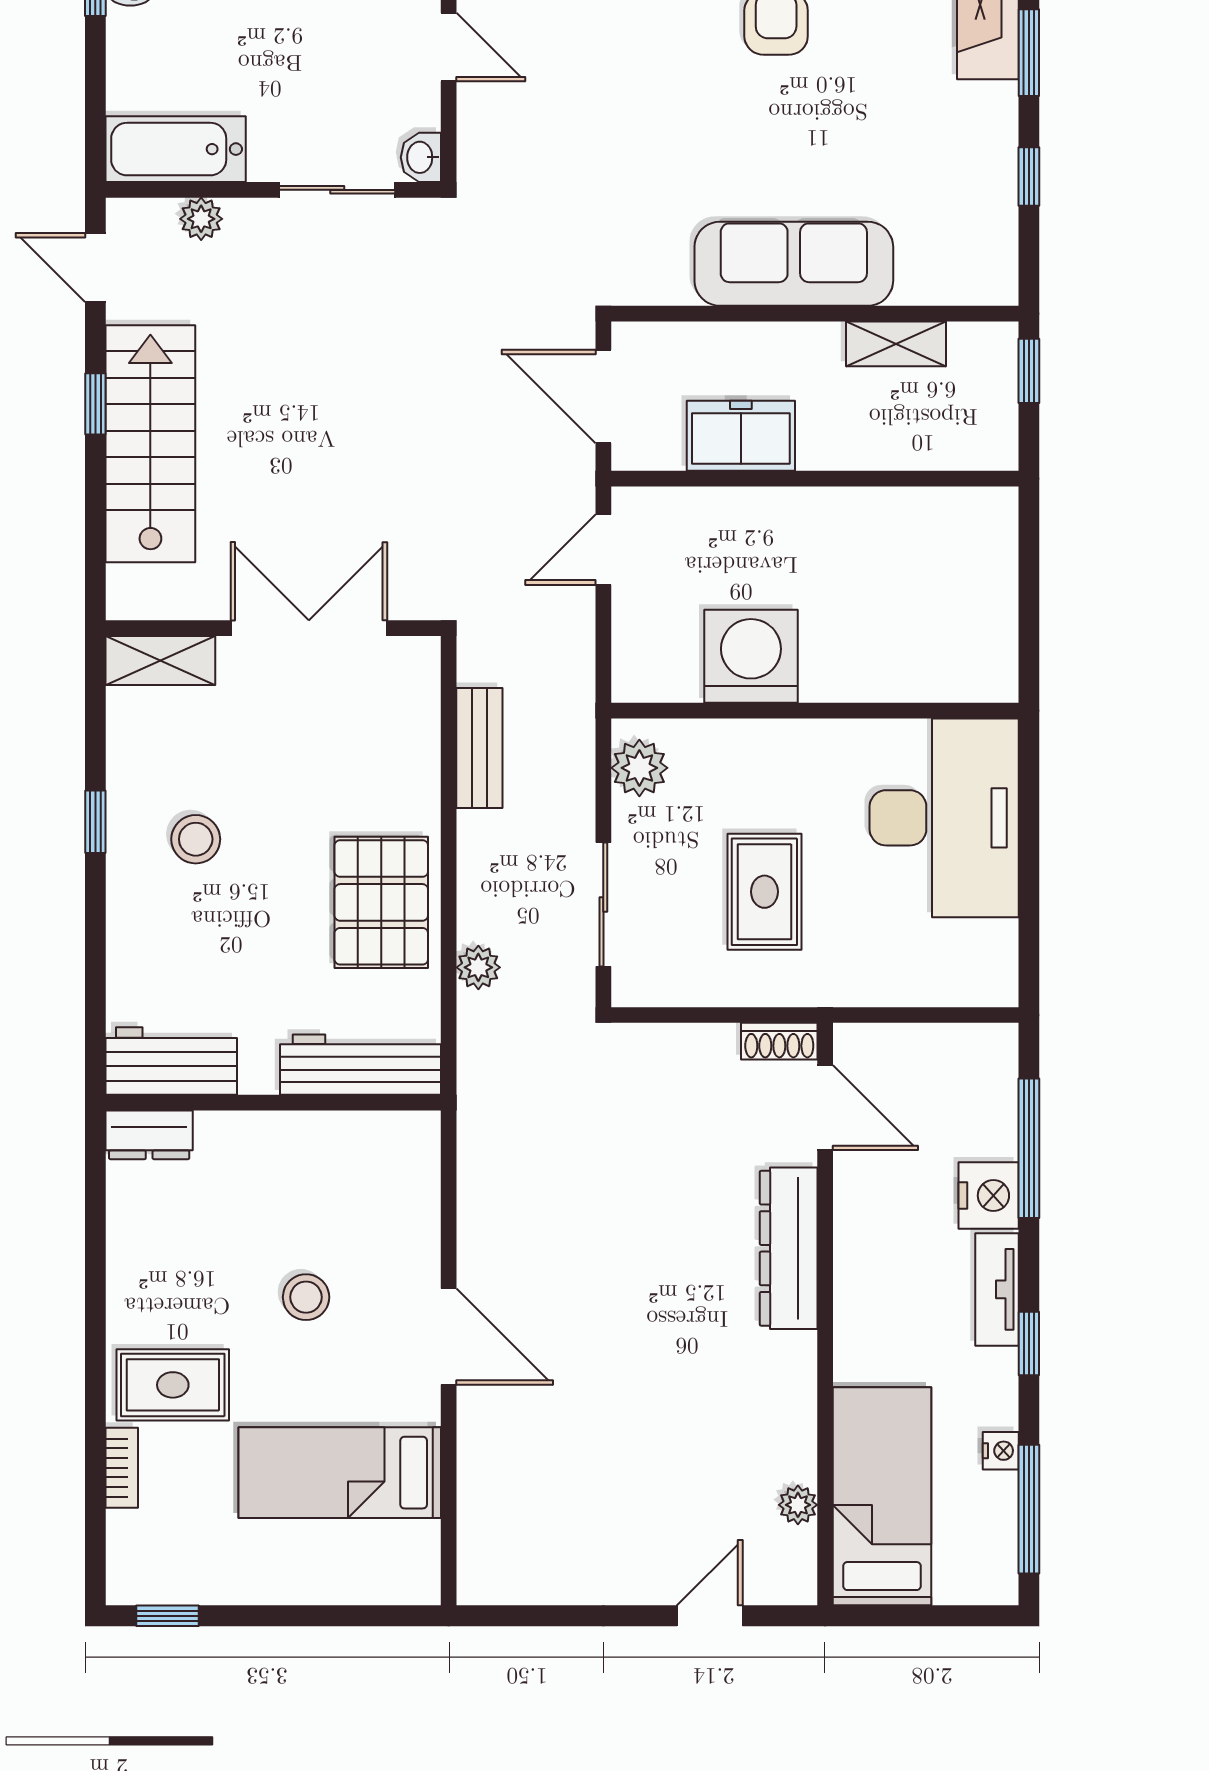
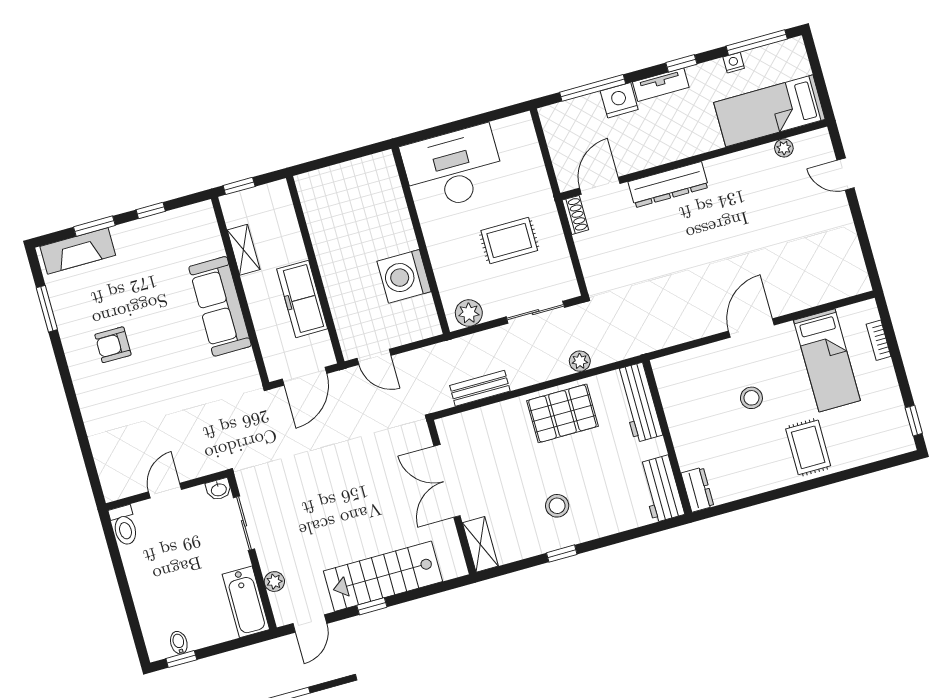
freezer: (741, 436) -> (302, 299), width x1.40
bookcase: (122, 1468) -> (879, 340), moved, turned -90

